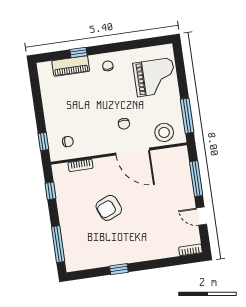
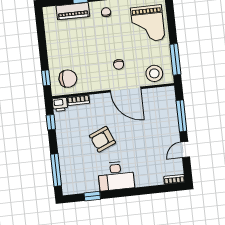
grand piano: (155, 77) -> (148, 24), turned 90
chair: (68, 142) -> (68, 79), width x1.87, depth x1.87
printer: (60, 171) -> (60, 104), added
door: (201, 216) -> (185, 150), hinge flipped
desk: (125, 248) -> (116, 176), added
window: (119, 269) -> (92, 196), moved

